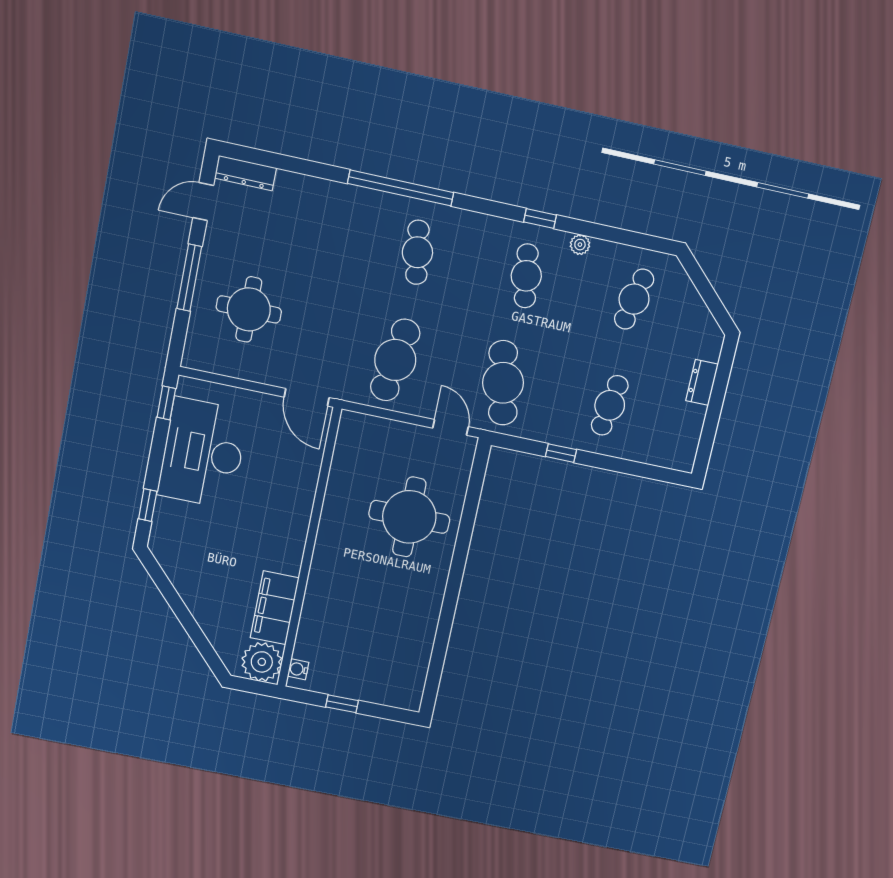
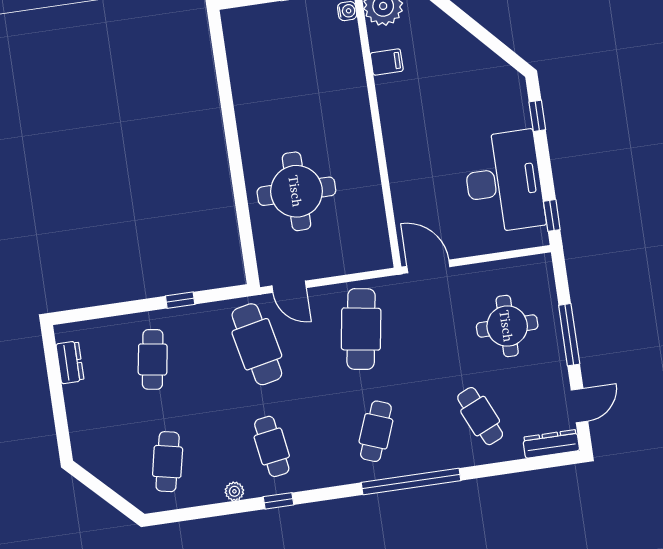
cafe table: (308, 229) -> (480, 416), added
cafe table: (417, 252) -> (376, 431), turned 30
dresser: (702, 382) -> (70, 362), moved
filing cabinet: (275, 608) -> (387, 62), width x0.33, depth x0.86

